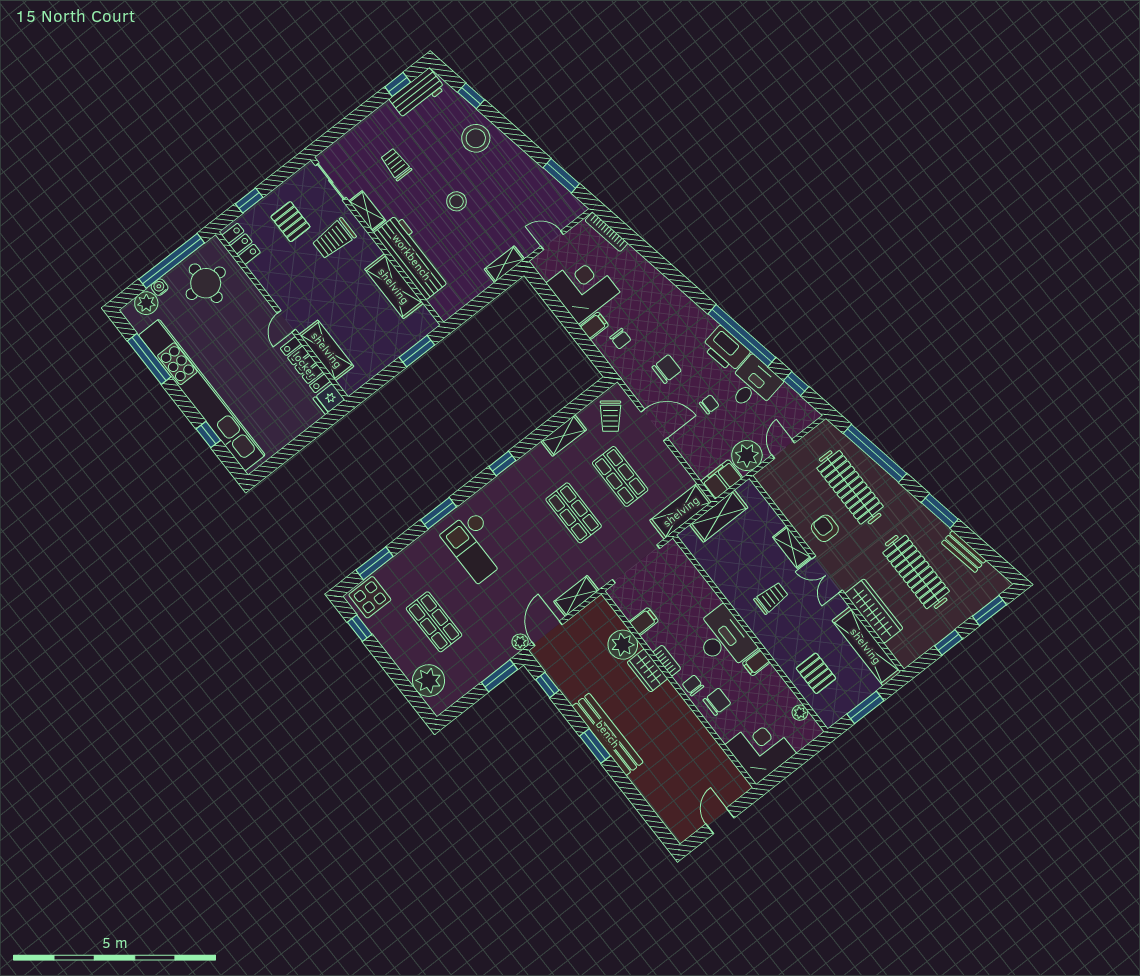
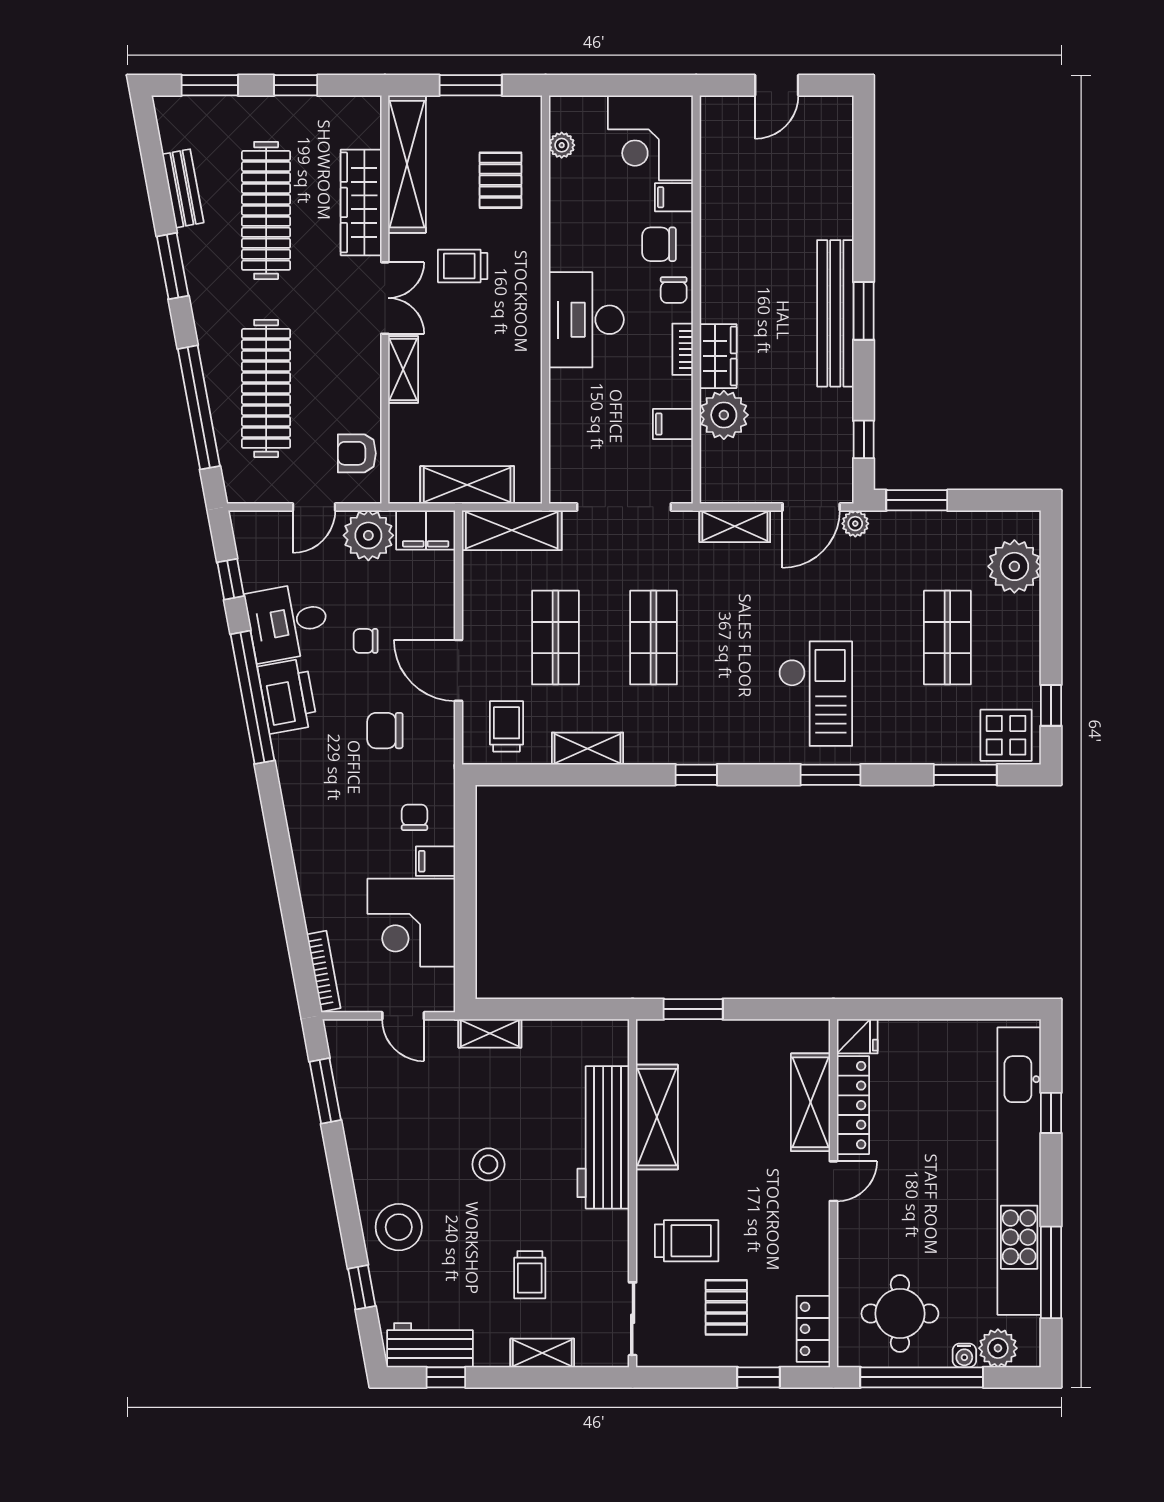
shelving: (367, 211) -> (542, 1353), moved, turned 90
trolley: (610, 416) -> (506, 726), turned -38
armchair: (825, 528) -> (357, 453), moved, turned 90
trolley: (771, 598) -> (463, 266), moved
filing cabinet: (756, 663) -> (674, 197), moved, turned 180

